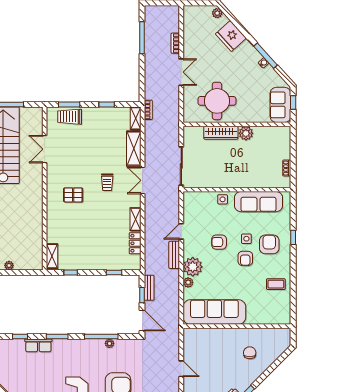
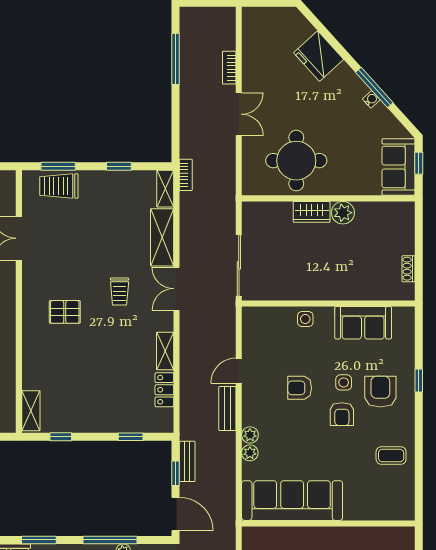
plant: (217, 13) -> (297, 19), removed
wardrobe: (221, 133) -> (312, 212), width x0.67
sofa: (258, 202) -> (363, 323), width x0.73
plant: (193, 267) -> (250, 435), width x0.53, depth x0.53

